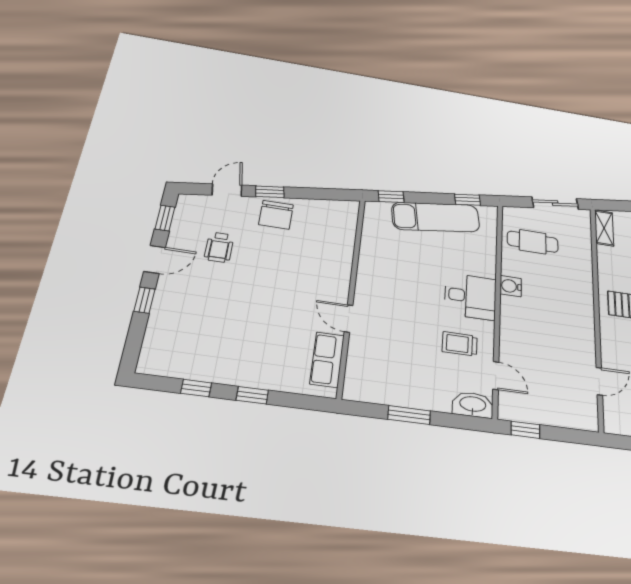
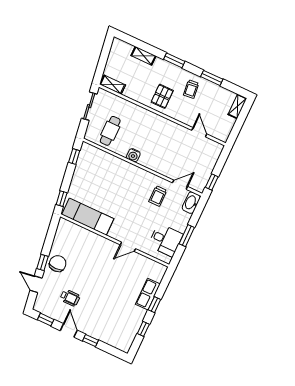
chair: (276, 215) -> (58, 264), turned -90
exam couch: (436, 217) -> (88, 217), moved, turned -82
desk: (470, 296) -> (165, 240), moved, turned 90
row of seats: (327, 360) -> (148, 294), moved, turned 90

